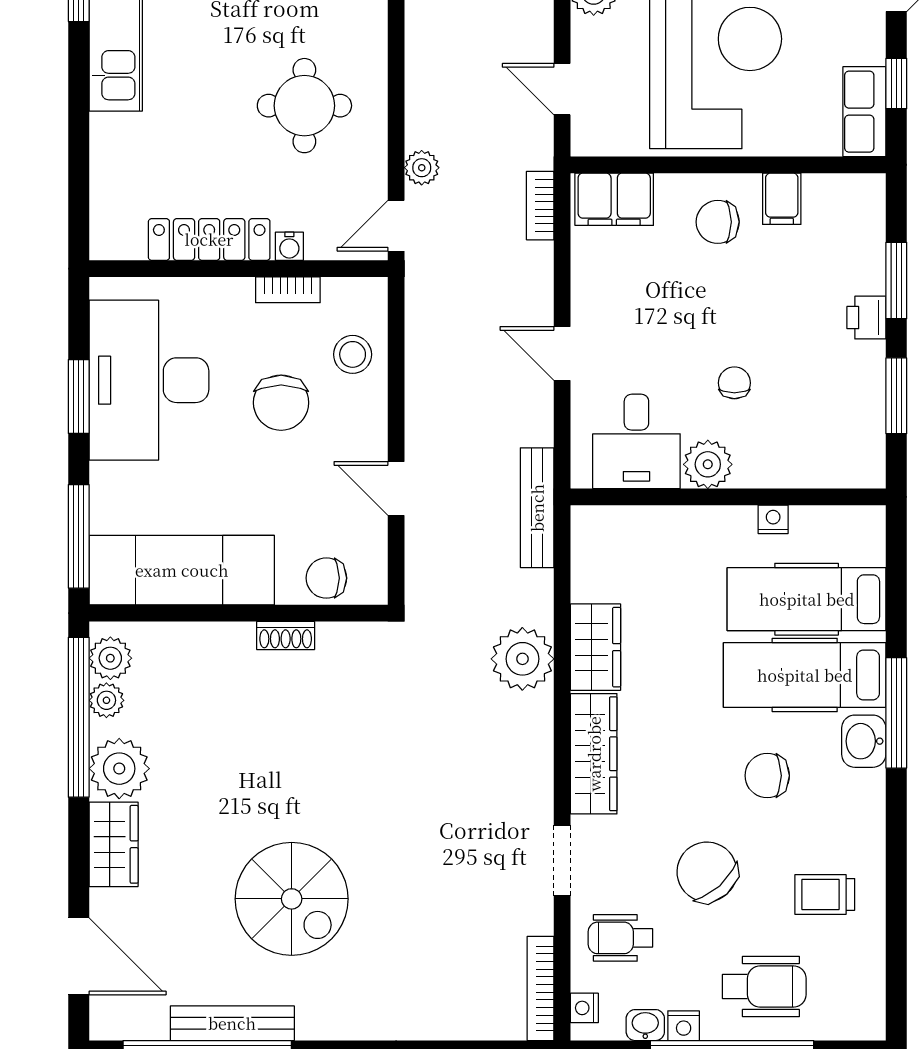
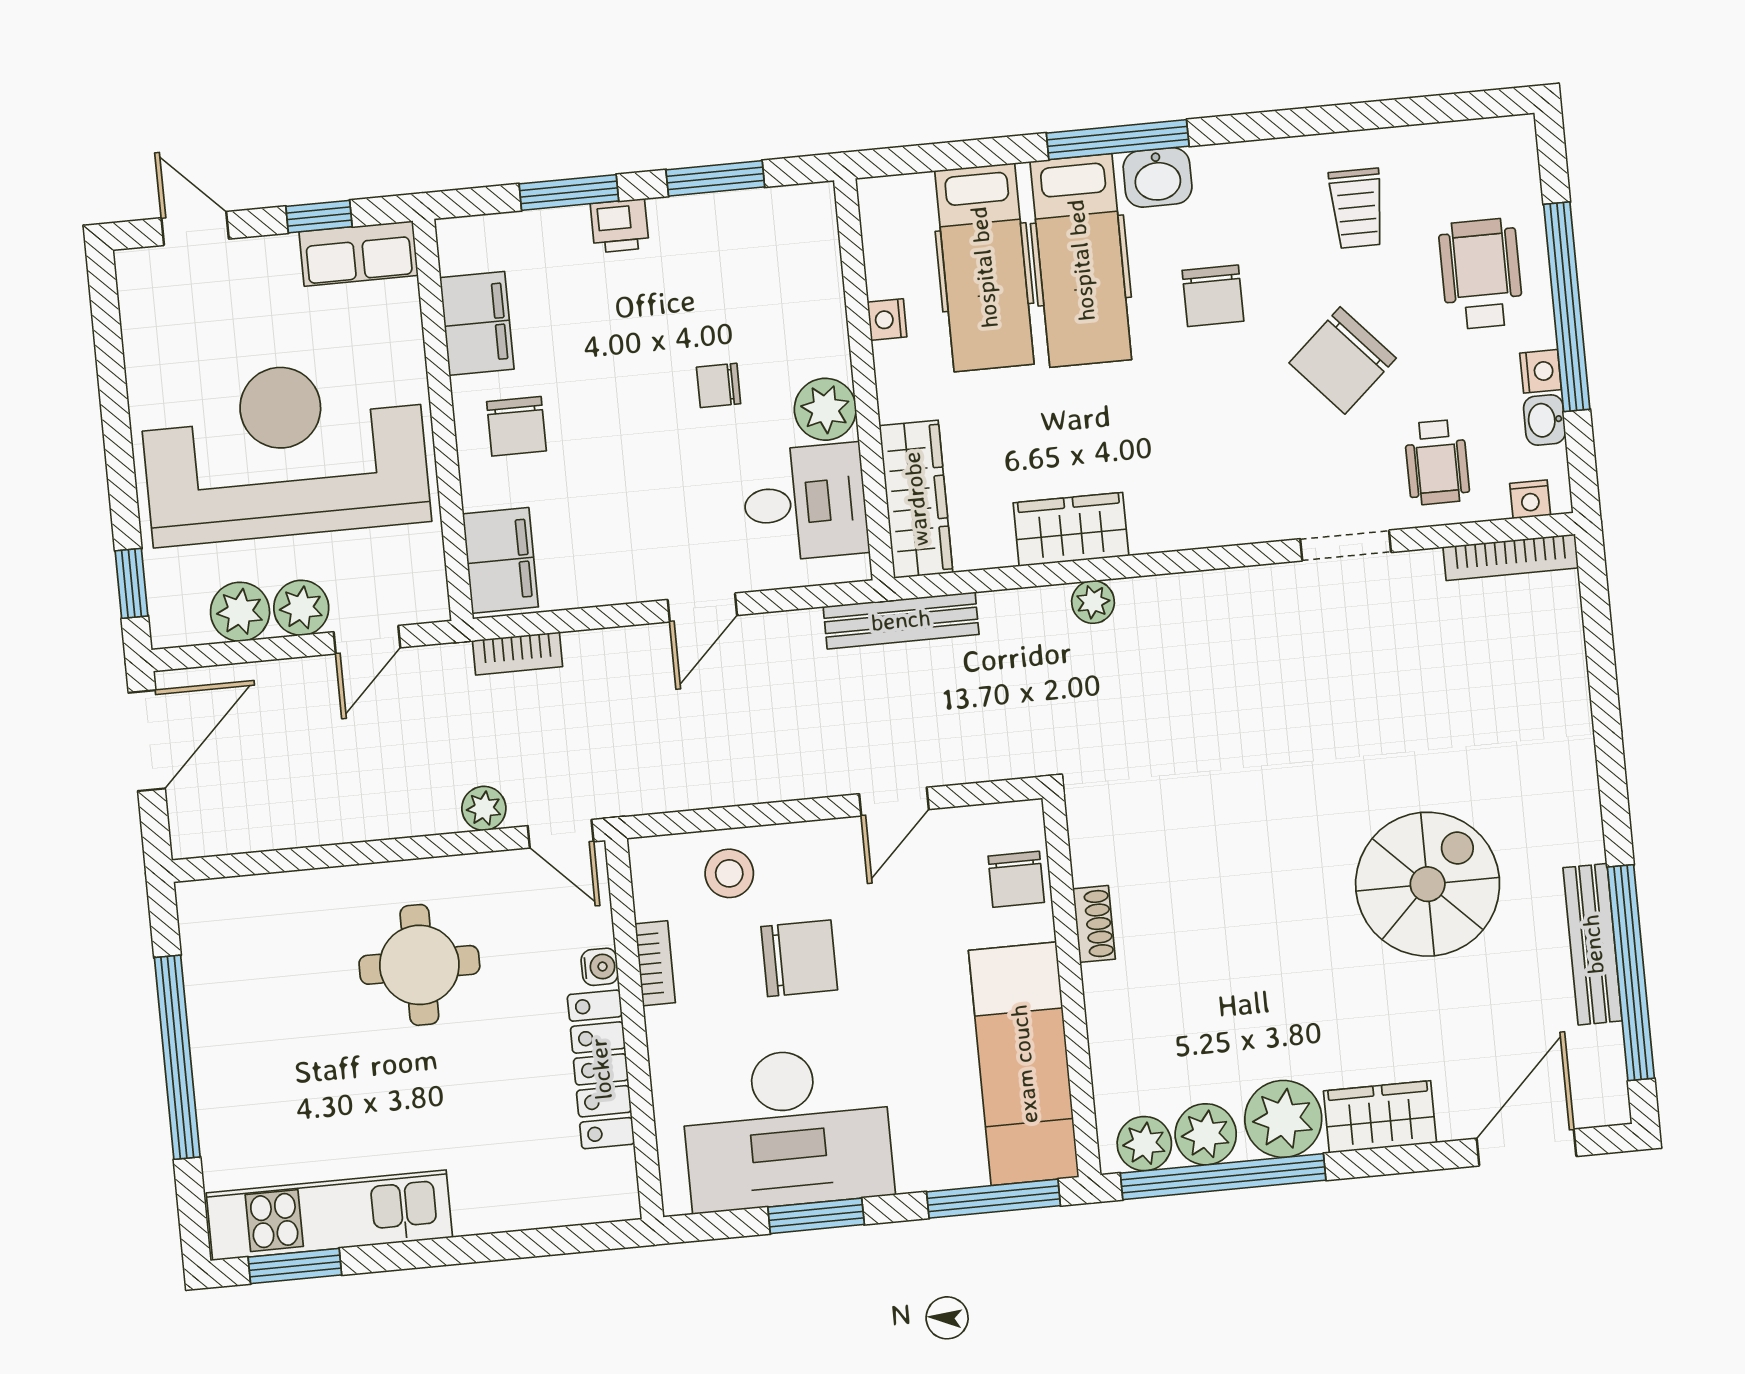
plant: (592, 40) -> (301, 608), added
filing cabinet: (782, 199) -> (477, 323), width x2.00
plant: (522, 659) -> (1093, 602), width x0.53, depth x0.53
plant: (106, 700) -> (1206, 1134), width x1.38, depth x1.38
wardrobe: (594, 754) -> (916, 499), moved, turned 90

